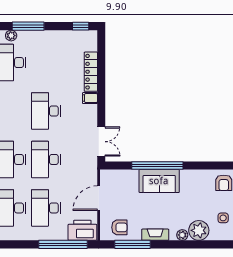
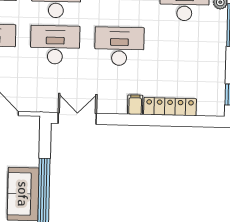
double door: (101, 142) -> (77, 118), swing flipped

